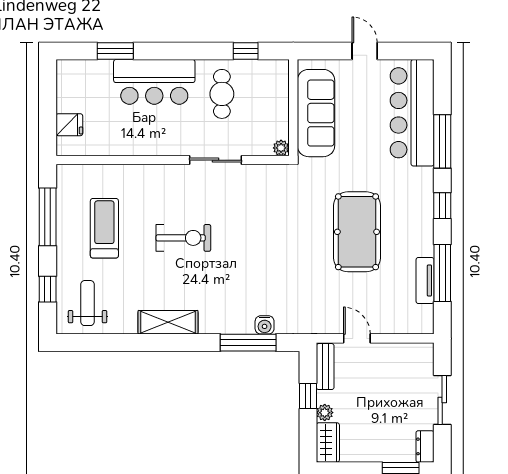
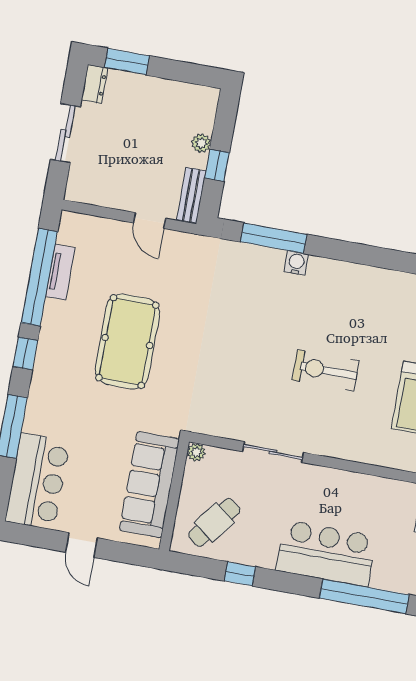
window: (115, 51) -> (364, 596), width x2.11
window: (246, 51) -> (240, 574), moved
cafe table: (222, 94) -> (214, 522), moved, turned 38
bar counter: (412, 113) -> (37, 481), width x0.73
window: (442, 273) -> (39, 277), width x1.46
shelving: (168, 322) -> (360, 278), removed
water cooler: (265, 325) -> (296, 263), moved
wardrobe: (328, 442) -> (204, 109), removed

